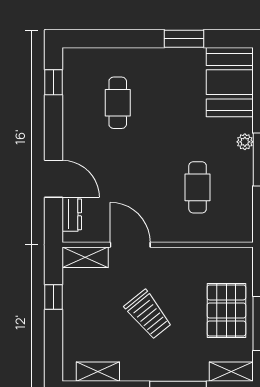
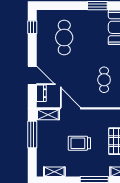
cafe table: (118, 103) -> (64, 38), width x1.37, depth x1.35
window: (54, 297) -> (32, 134), width x2.17
trolley: (148, 315) -> (79, 143), turned 129

